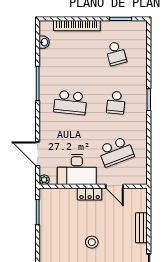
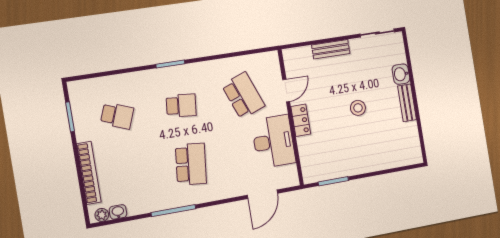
school desk: (116, 53) -> (117, 116), turned 36
plant: (44, 180) -> (102, 215), moved

